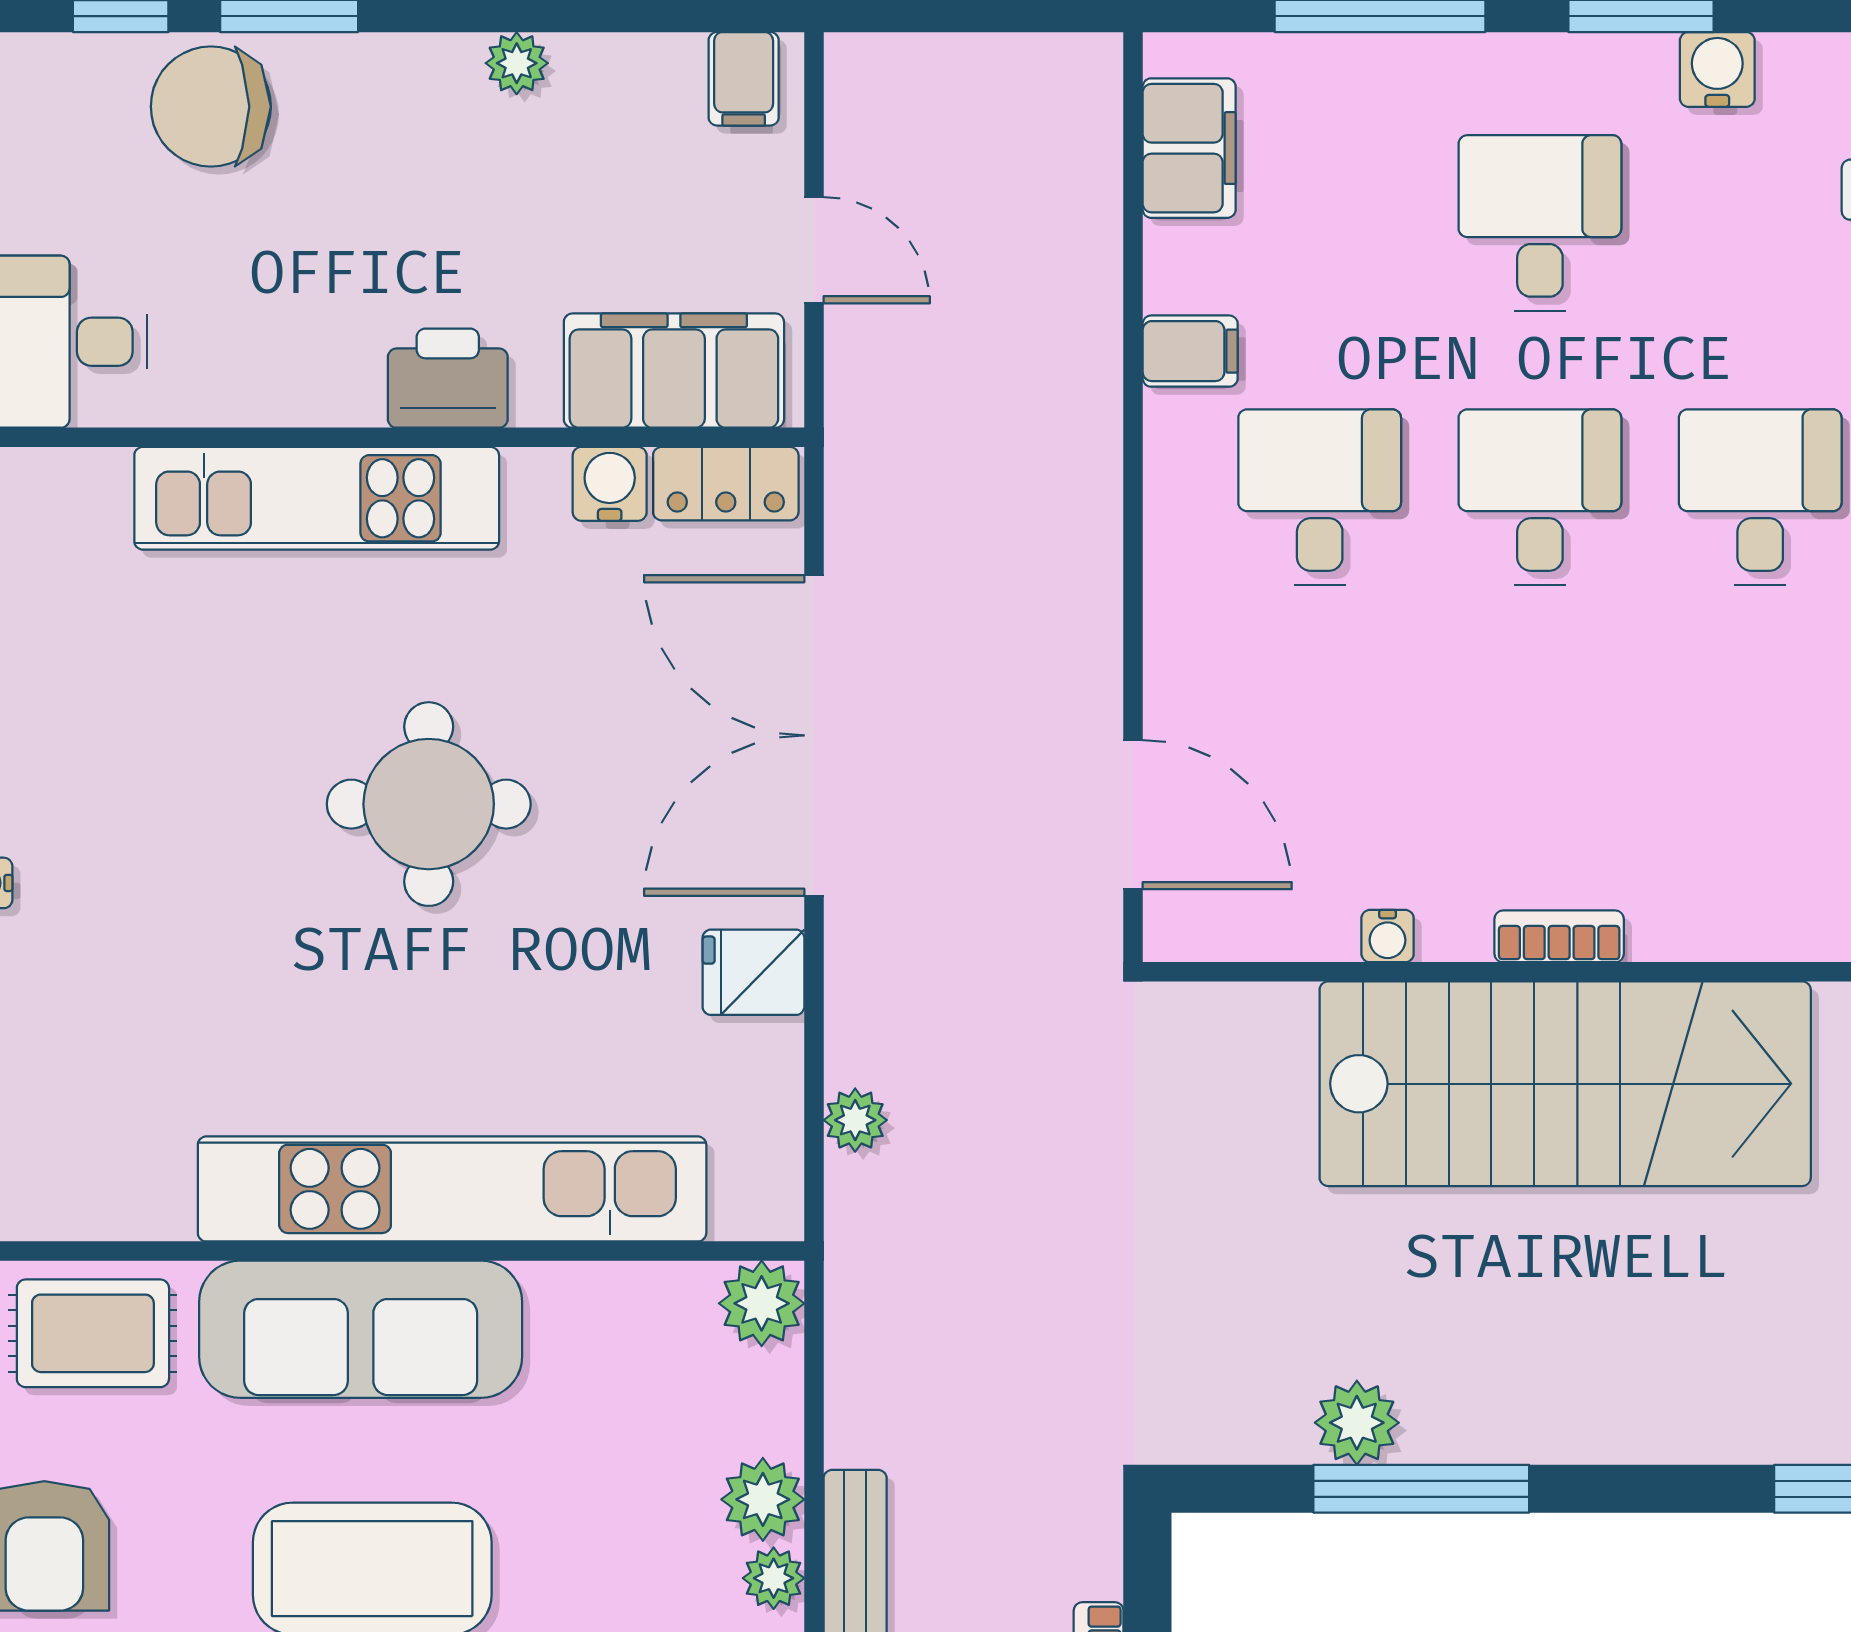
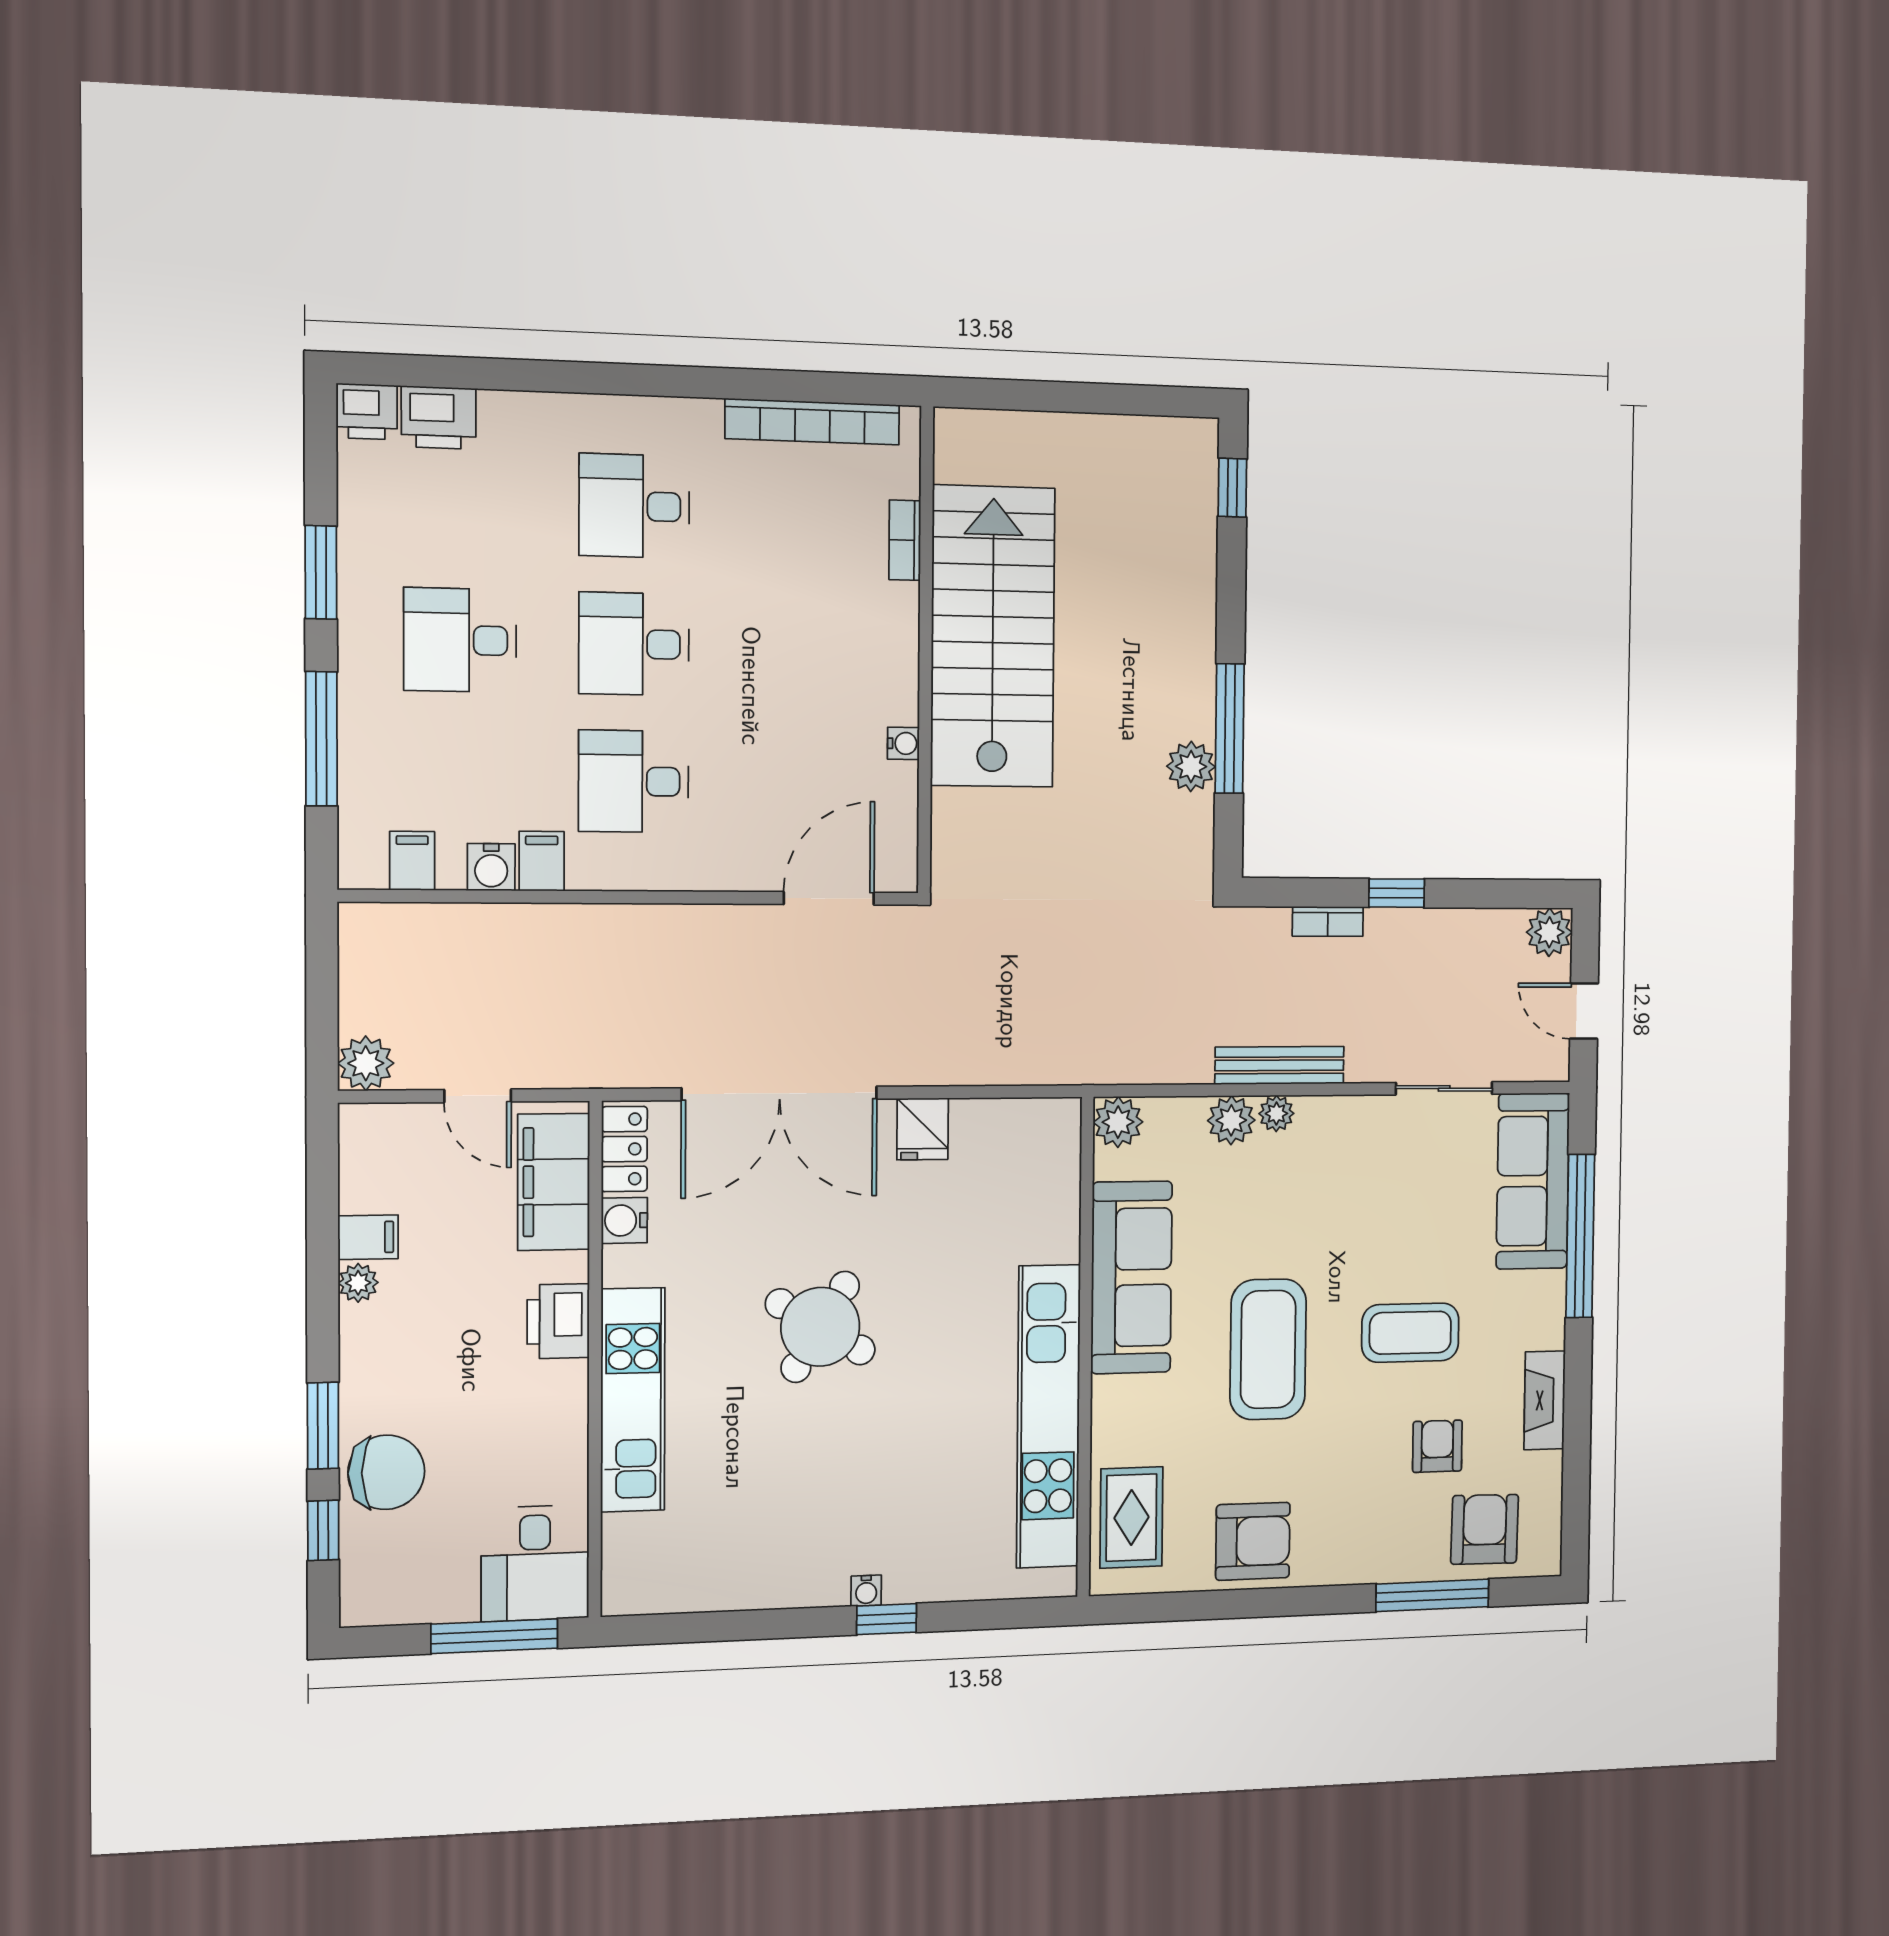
water cooler: (1717, 69) -> (491, 867), moved, turned -90
filing cabinet: (744, 79) -> (368, 1237), moved
chair: (211, 107) -> (386, 1472), turned -90
filing cabinet: (1189, 148) -> (412, 861), width x0.50
door: (814, 250) -> (478, 1096), swing flipped
round table: (429, 804) -> (820, 1327), turned 31
bookcase: (1559, 936) -> (905, 540), moved
plant: (855, 1120) -> (366, 1063), moved, width x1.38, depth x1.38
kitchen unit: (452, 1189) -> (1048, 1416), moved
sofa: (361, 1329) -> (1131, 1277), moved

